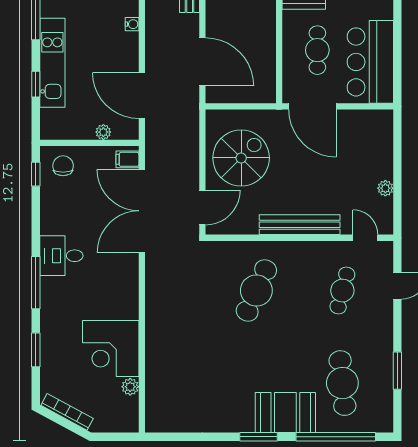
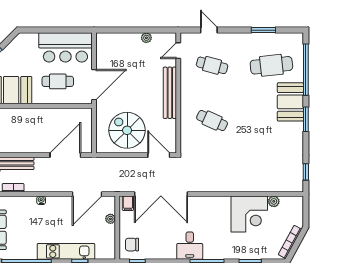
cafe table: (256, 291) -> (212, 121), width x0.73, depth x0.74
window: (176, 437) -> (306, 172), added

